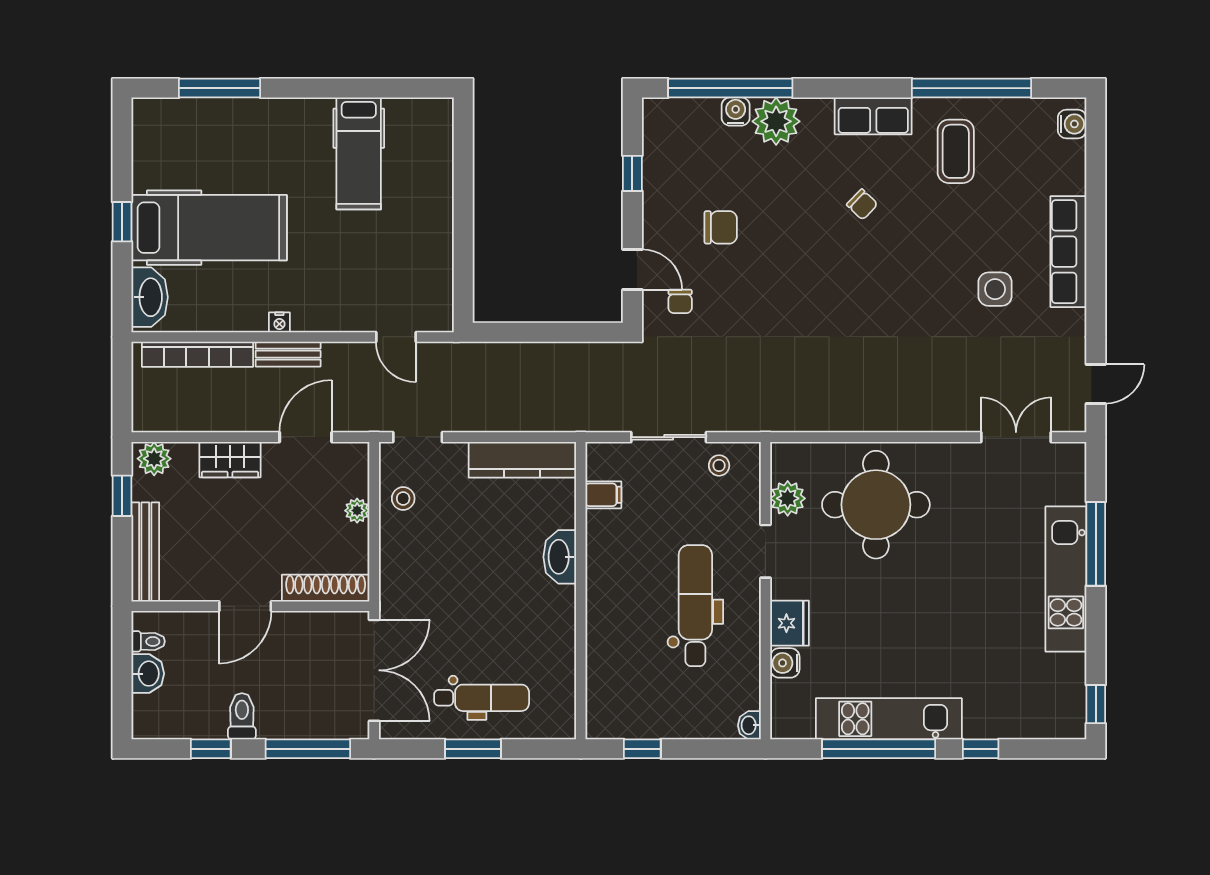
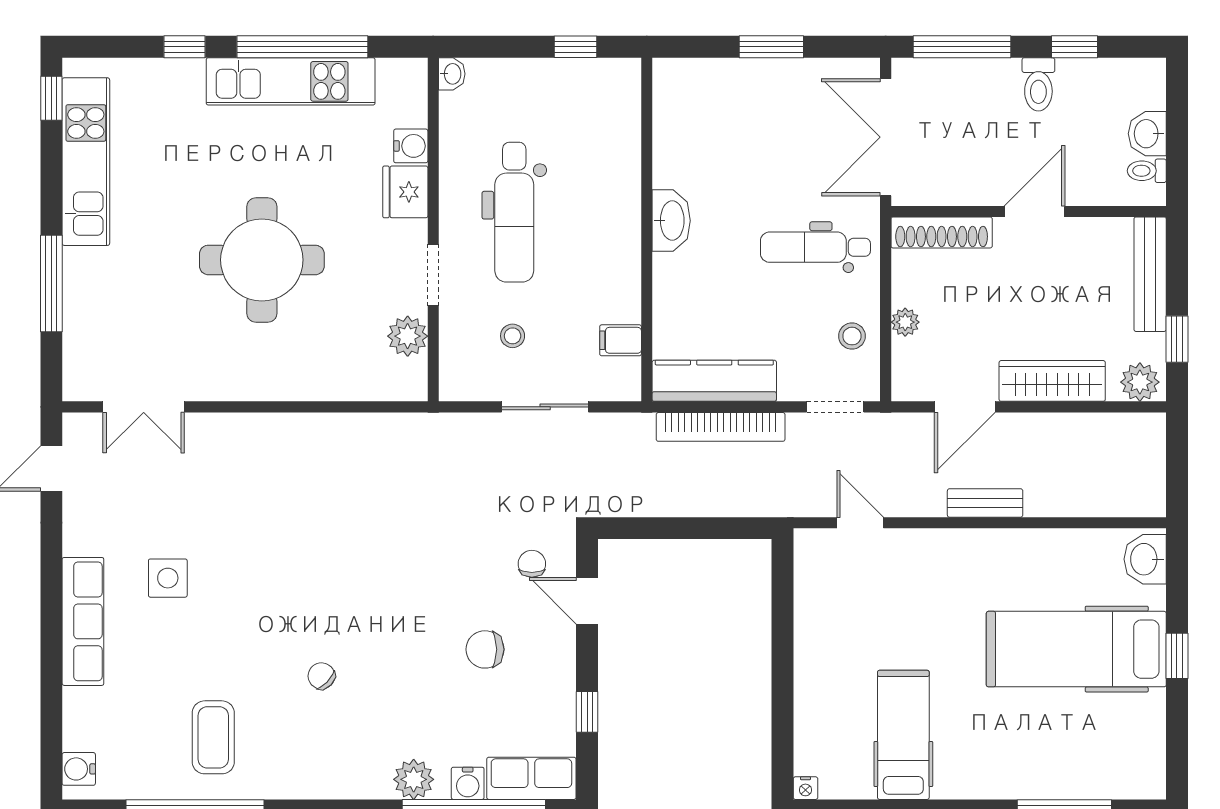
row of seats: (873, 116) -> (531, 778), moved
plant: (776, 121) -> (414, 779), width x0.73, depth x0.73
washbasin: (150, 297) -> (1145, 559), width x0.72
nightstand: (279, 322) -> (805, 788), moved, turned 180
bookcase: (198, 354) -> (721, 427), moved, turned 180
wardrobe: (230, 460) -> (1052, 381), width x1.50
stool: (719, 465) -> (513, 336), moved
round table: (876, 505) -> (262, 260), moved
washbasin: (560, 557) -> (671, 221), moved
kitchen unit: (1066, 579) -> (86, 162), moved
dental chair: (482, 698) -> (815, 247), moved

